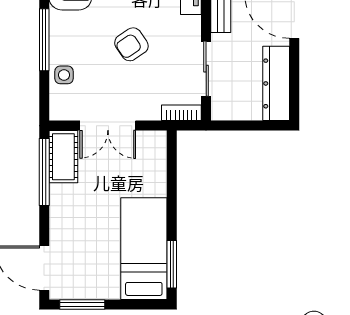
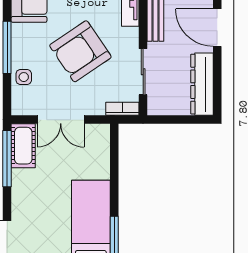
armchair: (131, 44) -> (80, 51), width x1.88, depth x1.88

